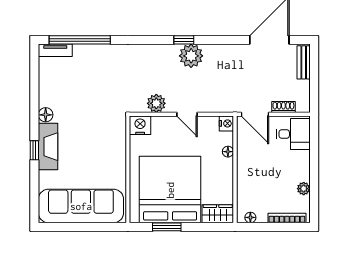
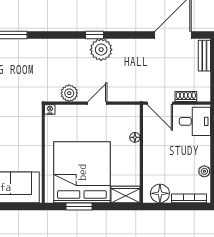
door: (187, 114) -> (97, 103), swing flipped
nightstand: (226, 123) -> (133, 112), removed
nightstand: (140, 125) -> (50, 109), width x0.53, depth x0.56
floor lamp: (250, 217) -> (160, 193), width x1.89, depth x1.89

